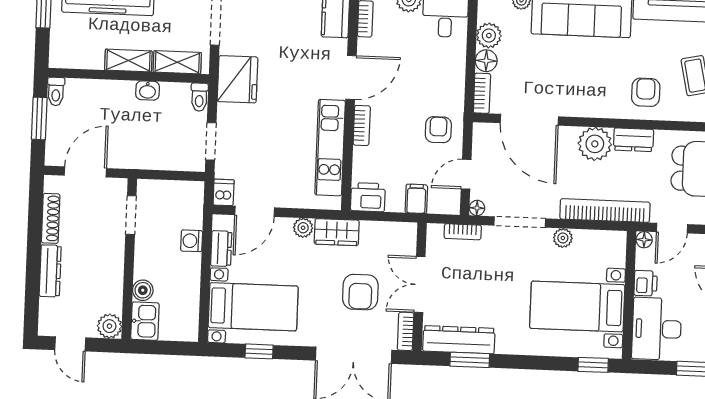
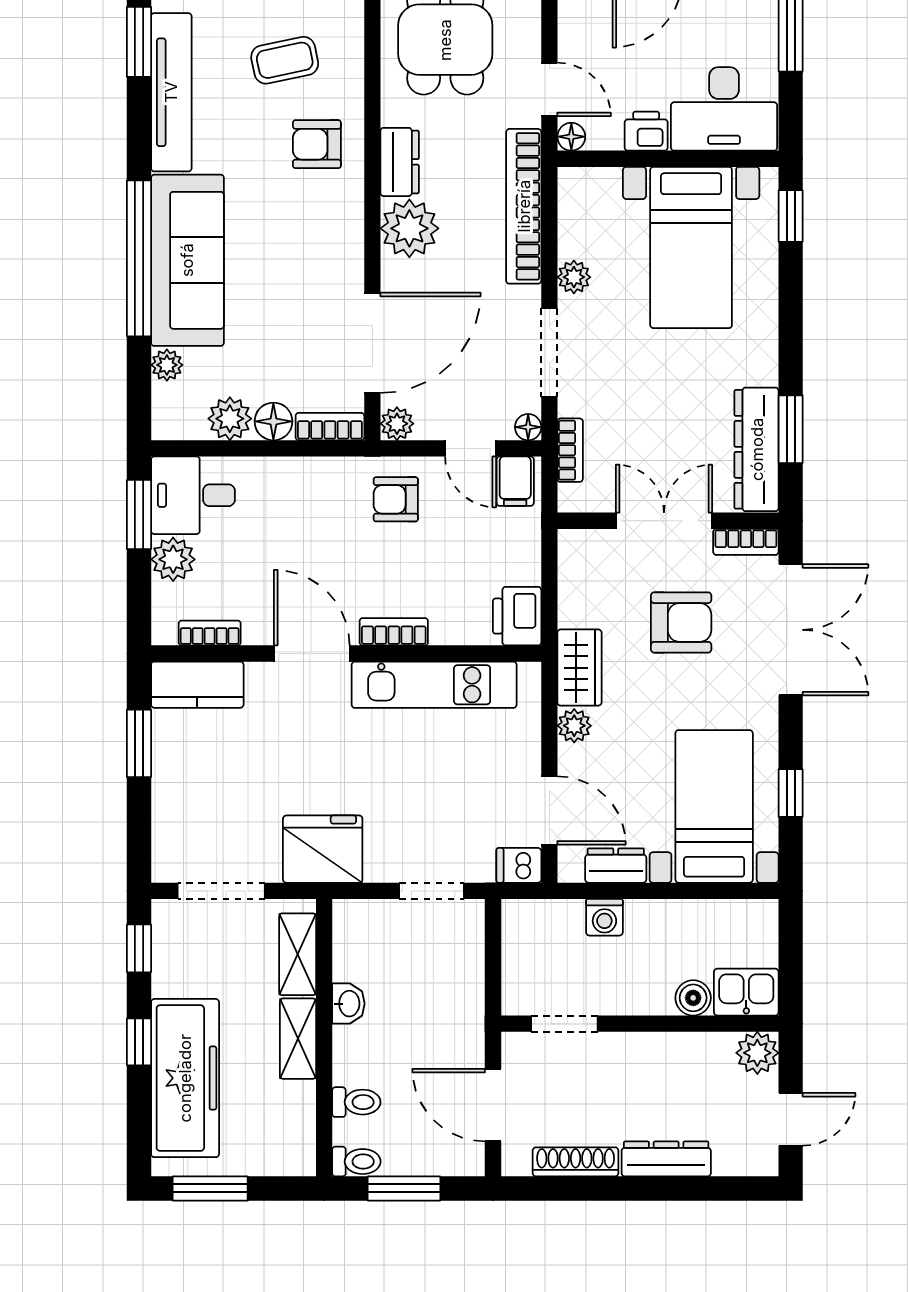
toilet: (199, 97) -> (356, 1102), moved
plant: (482, 132) -> (397, 424), added
filing cabinet: (416, 199) -> (515, 481), moved, turned -90
double door: (420, 284) -> (664, 521), swing flipped

